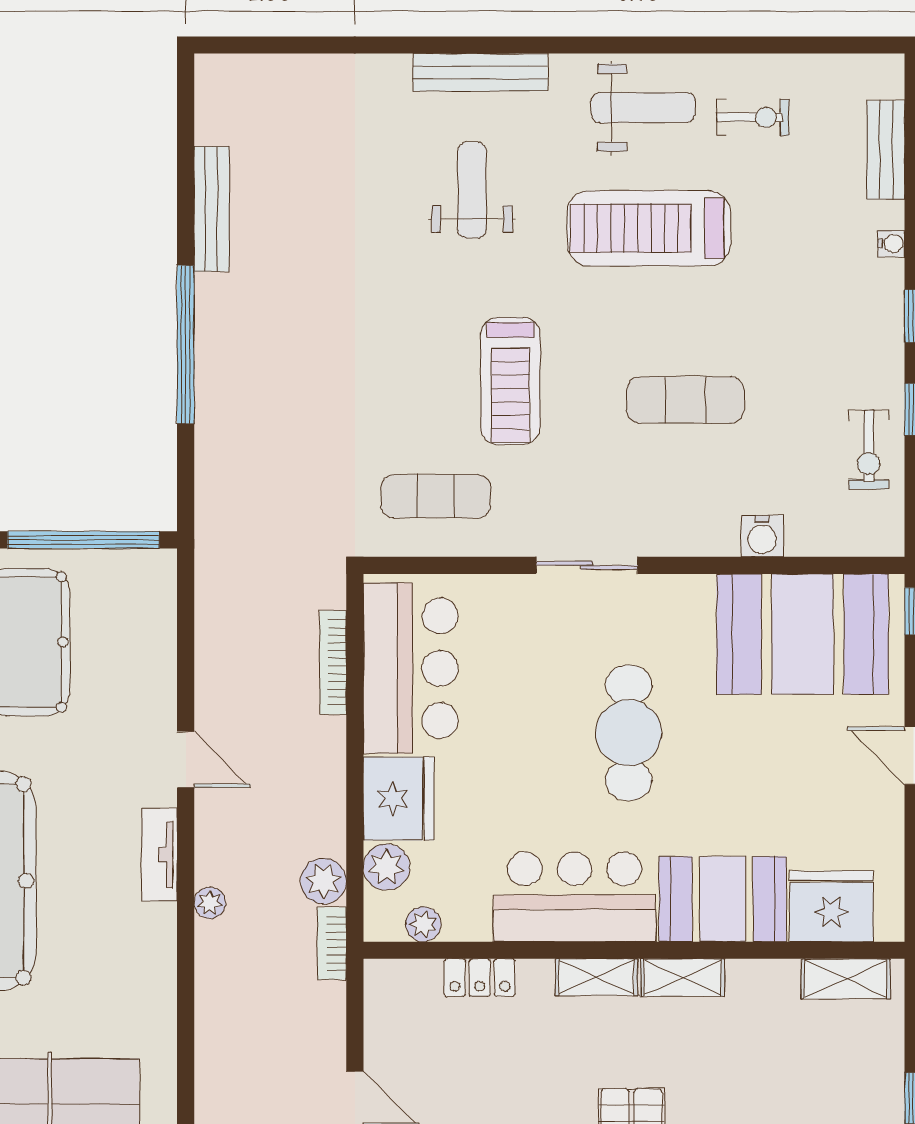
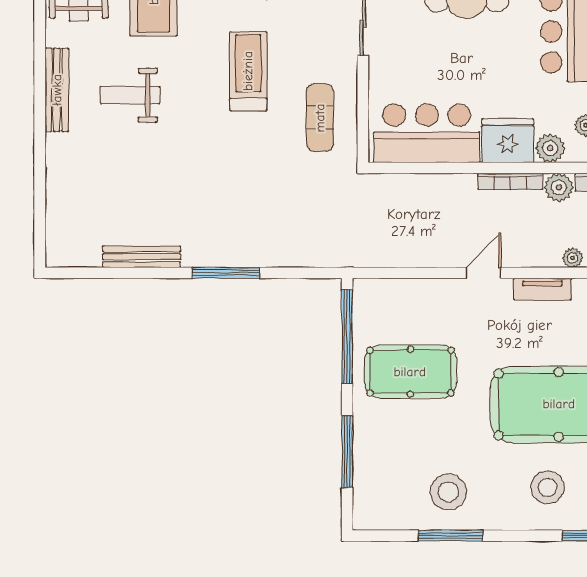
window: (186, 345) -> (226, 273), width x0.68
treadmill: (510, 381) -> (248, 71), turned -90
bookcase: (333, 662) -> (510, 181), moved

